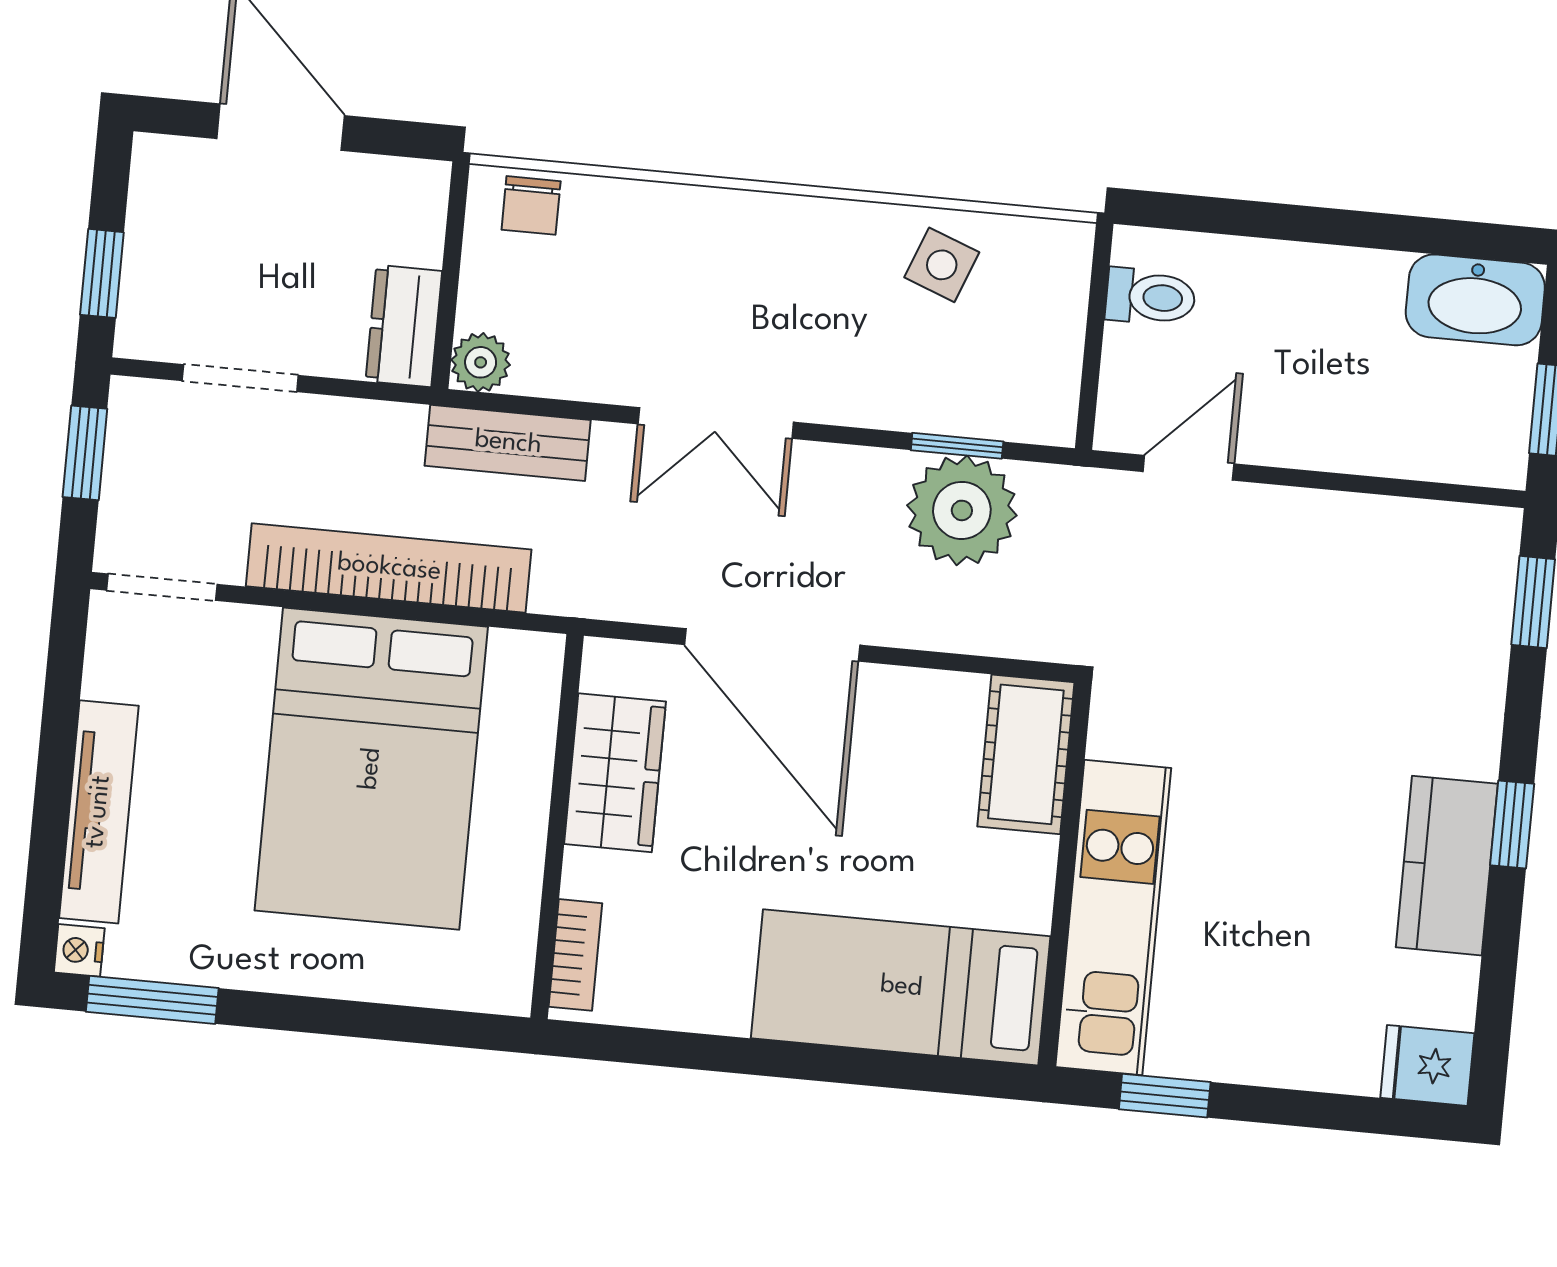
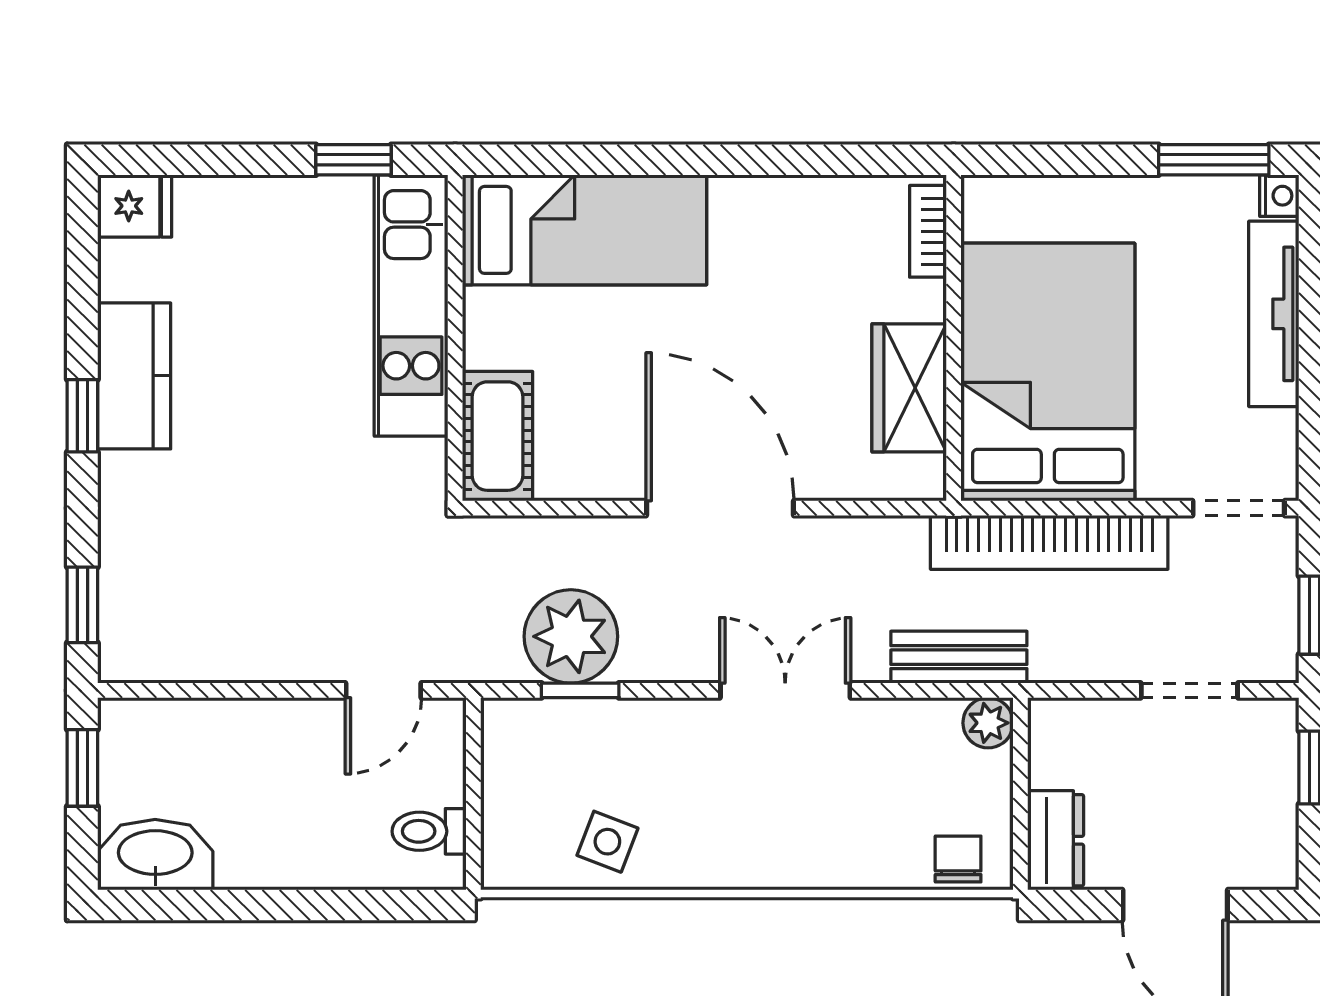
dresser: (404, 326) -> (1056, 840), moved
wardrobe: (615, 773) -> (909, 388), moved
wall: (557, 827) -> (954, 338), moved
bookcase: (575, 955) -> (928, 231), moved

